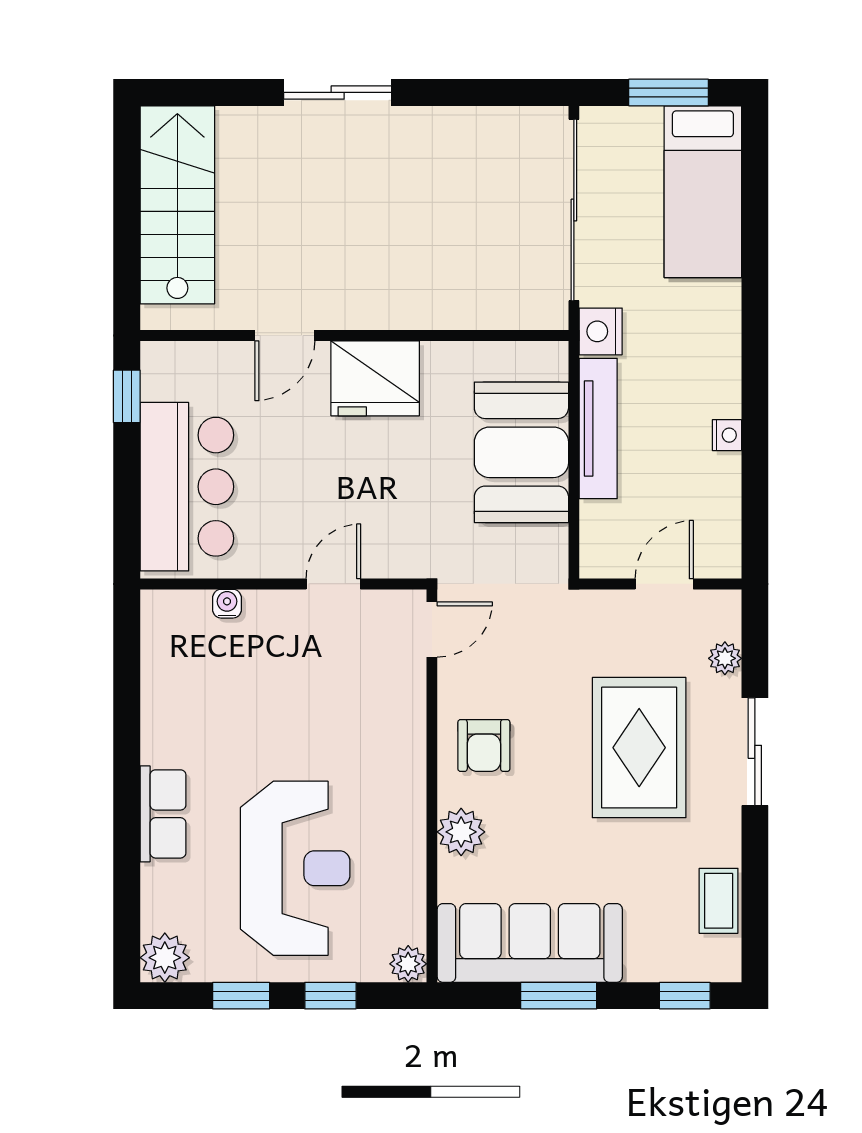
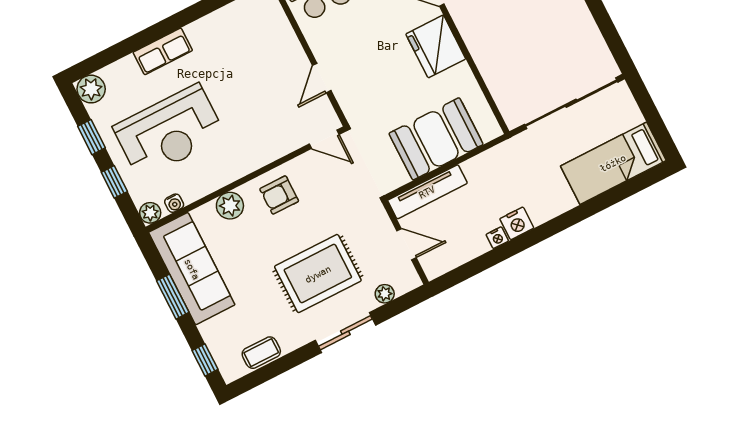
window: (669, 92) -> (654, 121), removed
nightstand: (601, 331) -> (517, 223), moved, turned 180
tv unit: (598, 428) -> (427, 192), moved
door: (333, 584) -> (322, 78), swing flipped
water cooler: (227, 604) -> (174, 203), moved, turned 90

